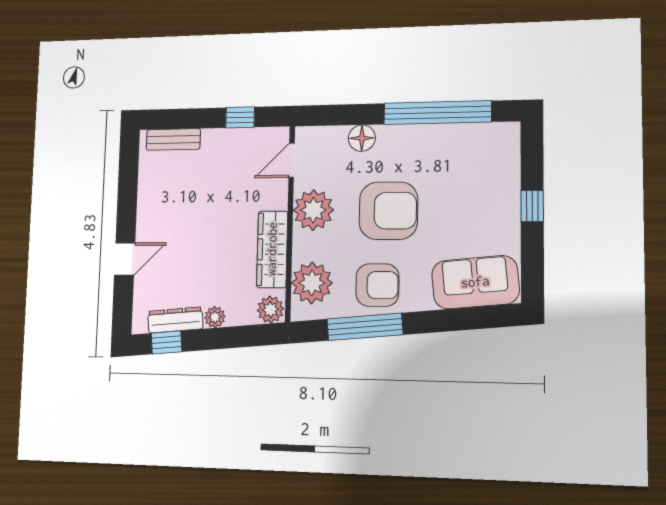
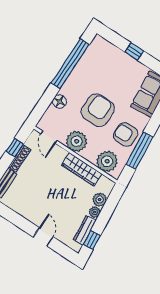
shoe rack: (228, 137) -> (20, 158), added
armchair: (377, 285) -> (126, 134), turned -90
plant: (270, 310) -> (100, 200), moved

